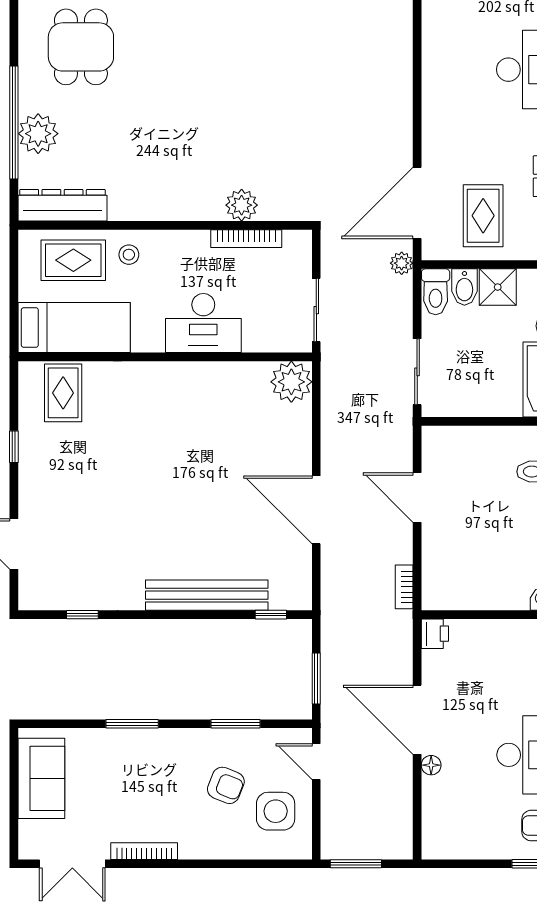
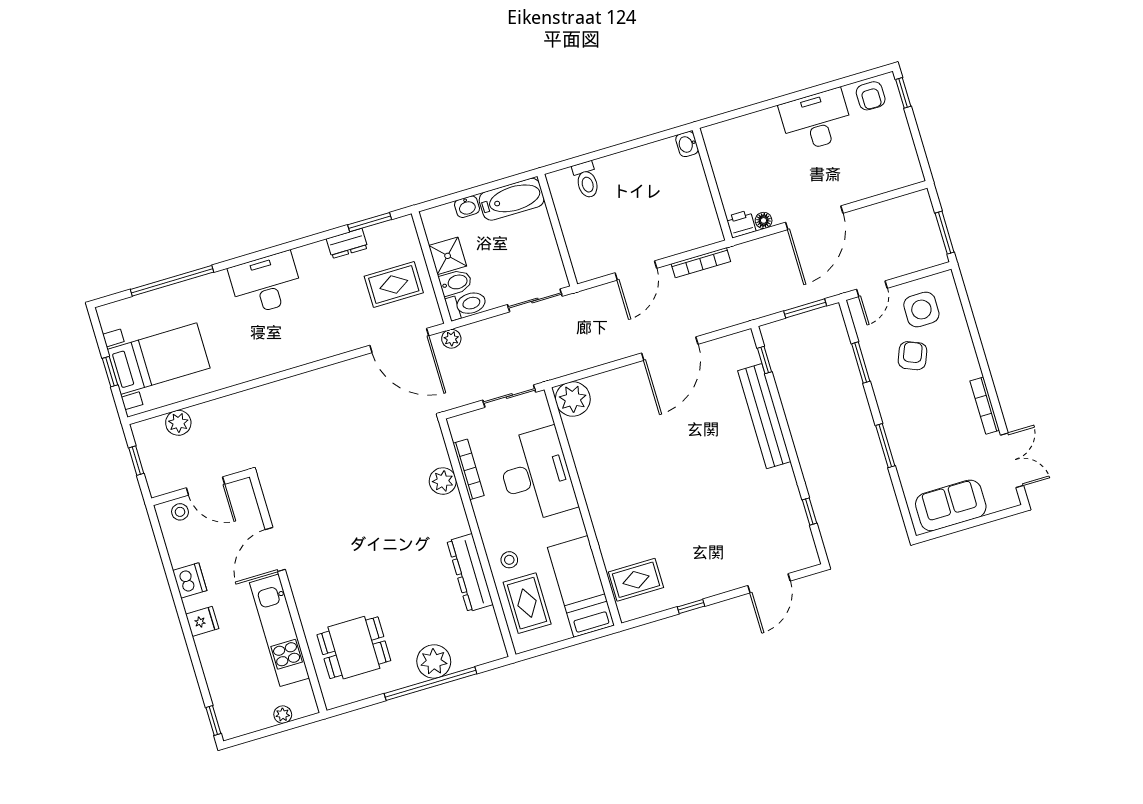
dresser: (62, 205) -> (470, 573), moved
desk: (203, 323) -> (536, 475), width x1.36, depth x1.30
bookcase: (404, 587) -> (701, 263), width x1.56
floor lamp: (431, 765) -> (764, 220), moved

